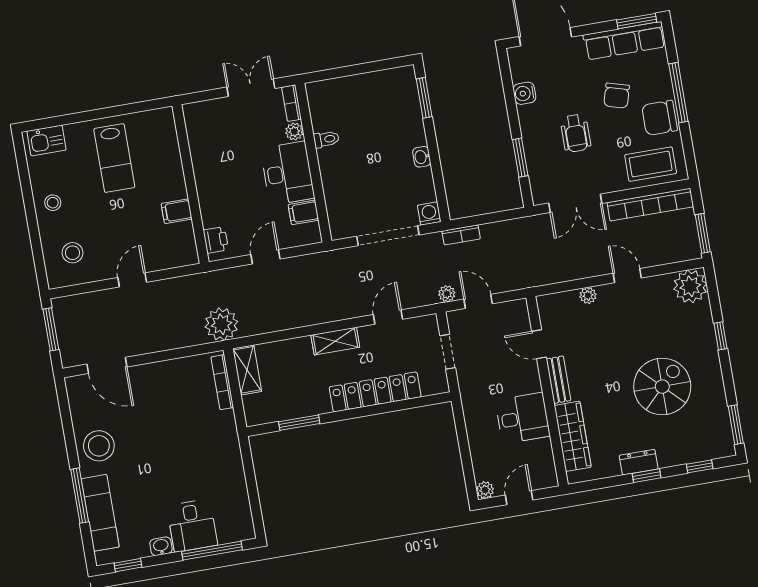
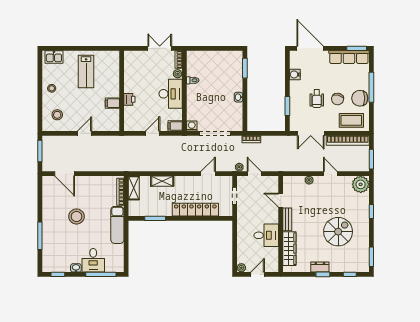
chair: (617, 96) -> (338, 99), moved
filing cabinet: (303, 212) -> (175, 126), moved
washing machine: (429, 214) -> (192, 126), moved
printer: (216, 240) -> (129, 99), moved
plant: (221, 324) -> (125, 163), removed
shelving: (335, 341) -> (162, 181), moved
stool: (99, 446) -> (76, 216), moved
exam couch: (100, 513) -> (117, 225), moved, turned 180

